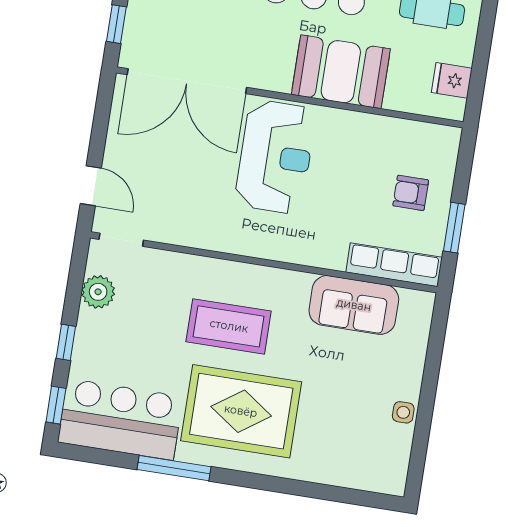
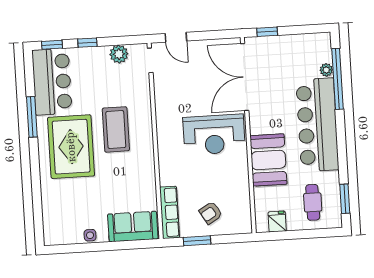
door: (91, 186) -> (176, 37), hinge flipped
armchair: (411, 193) -> (211, 213), turned -121
sofa: (354, 305) -> (133, 227), moved, turned 90

